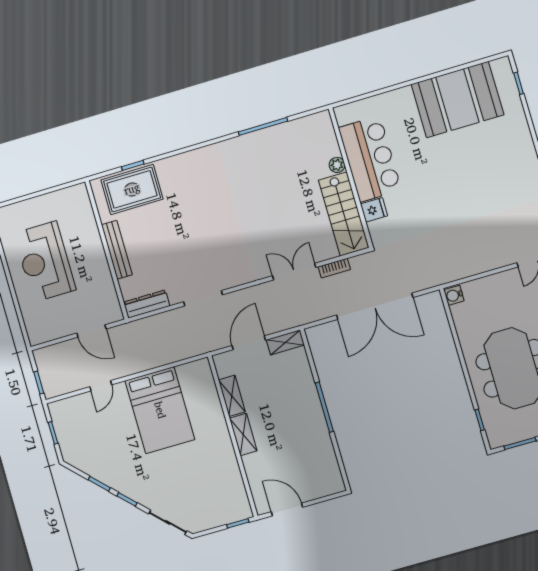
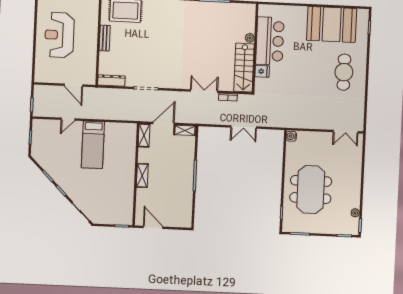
cafe table: (502, 167) -> (344, 72), added
bench: (117, 250) -> (105, 38), width x0.73
double door: (375, 306) -> (244, 127), width x0.54
shelving: (232, 396) -> (144, 135), moved
bed: (160, 410) -> (93, 145), width x0.67

